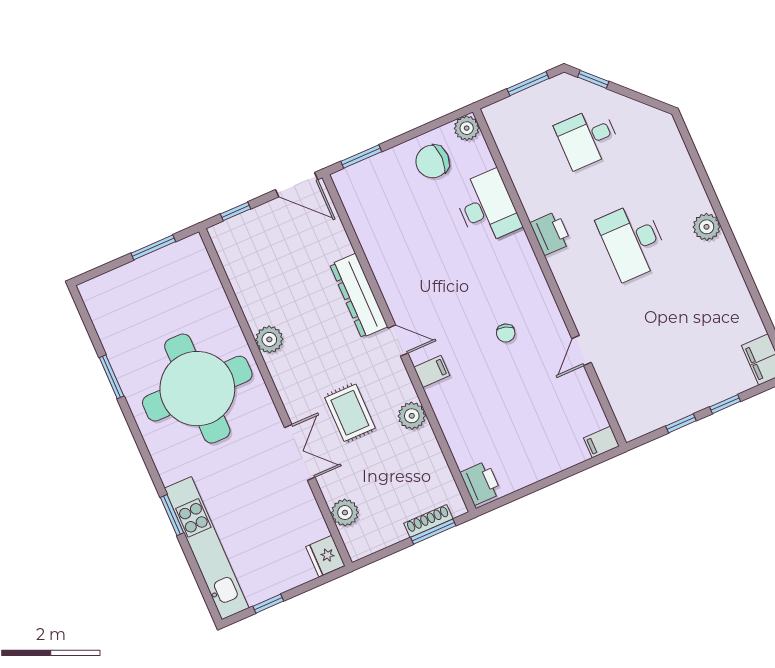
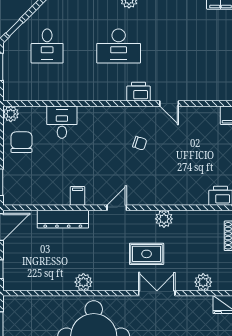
chair: (432, 161) -> (21, 142), turned 180
desk: (487, 207) -> (62, 122), width x0.73
printer: (551, 233) -> (139, 92), moved
dresser: (359, 296) -> (63, 219), moved
filing cabinet: (432, 371) -> (78, 196), moved

